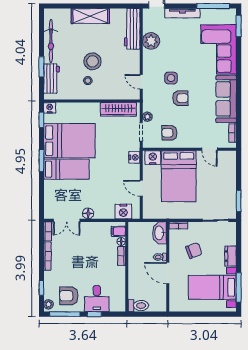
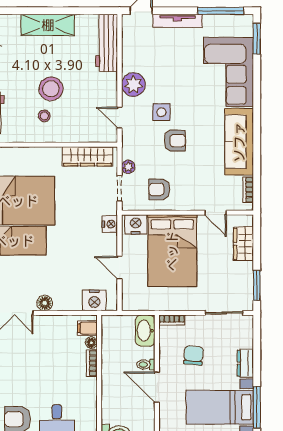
plant: (151, 41) -> (133, 85), moved
wardrobe: (229, 171) -> (243, 244), added
chair: (194, 251) -> (194, 355), turned -65

